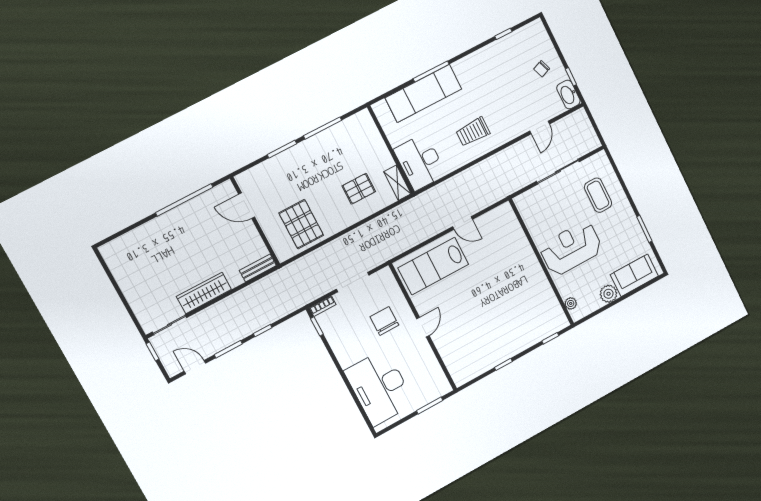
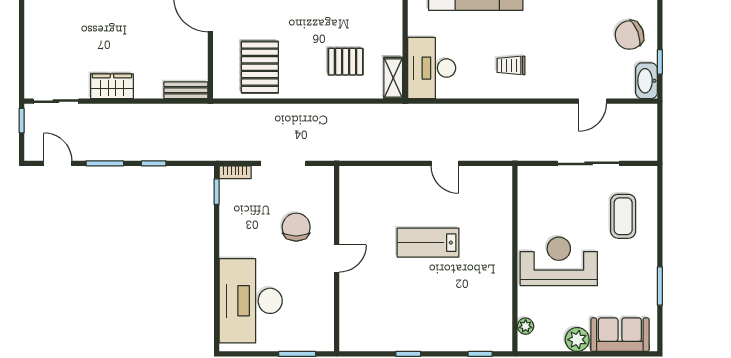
chair: (542, 69) -> (629, 35), width x1.87, depth x1.87
trolley: (473, 132) -> (511, 65), width x0.73, depth x0.72
lab bench: (433, 266) -> (428, 243), moved, width x0.73, depth x0.72
wardrobe: (204, 293) -> (112, 86), width x0.67

